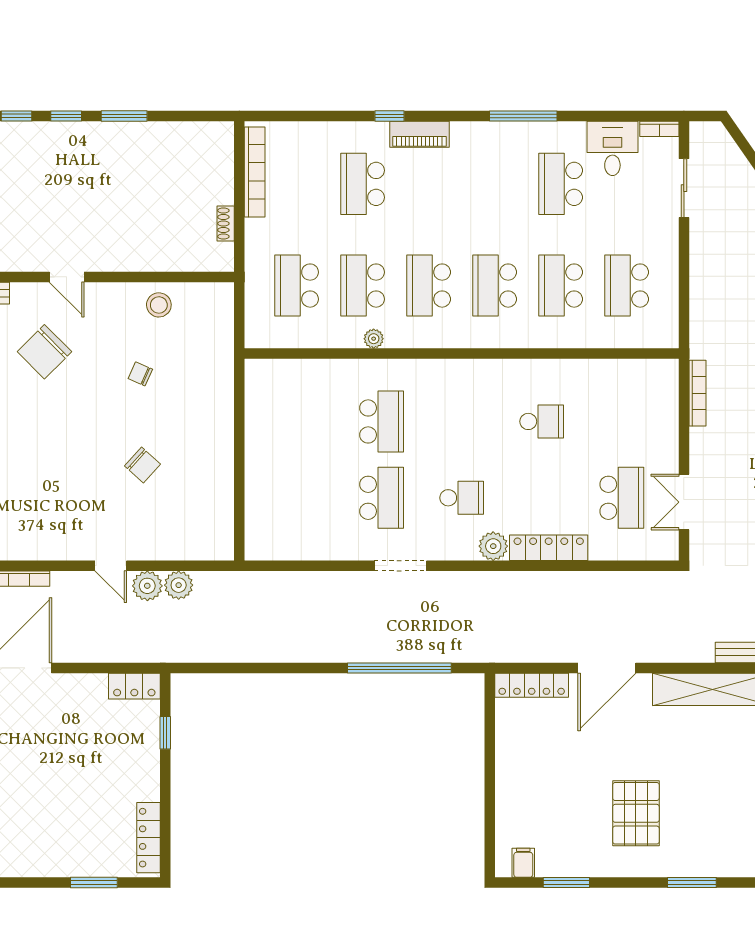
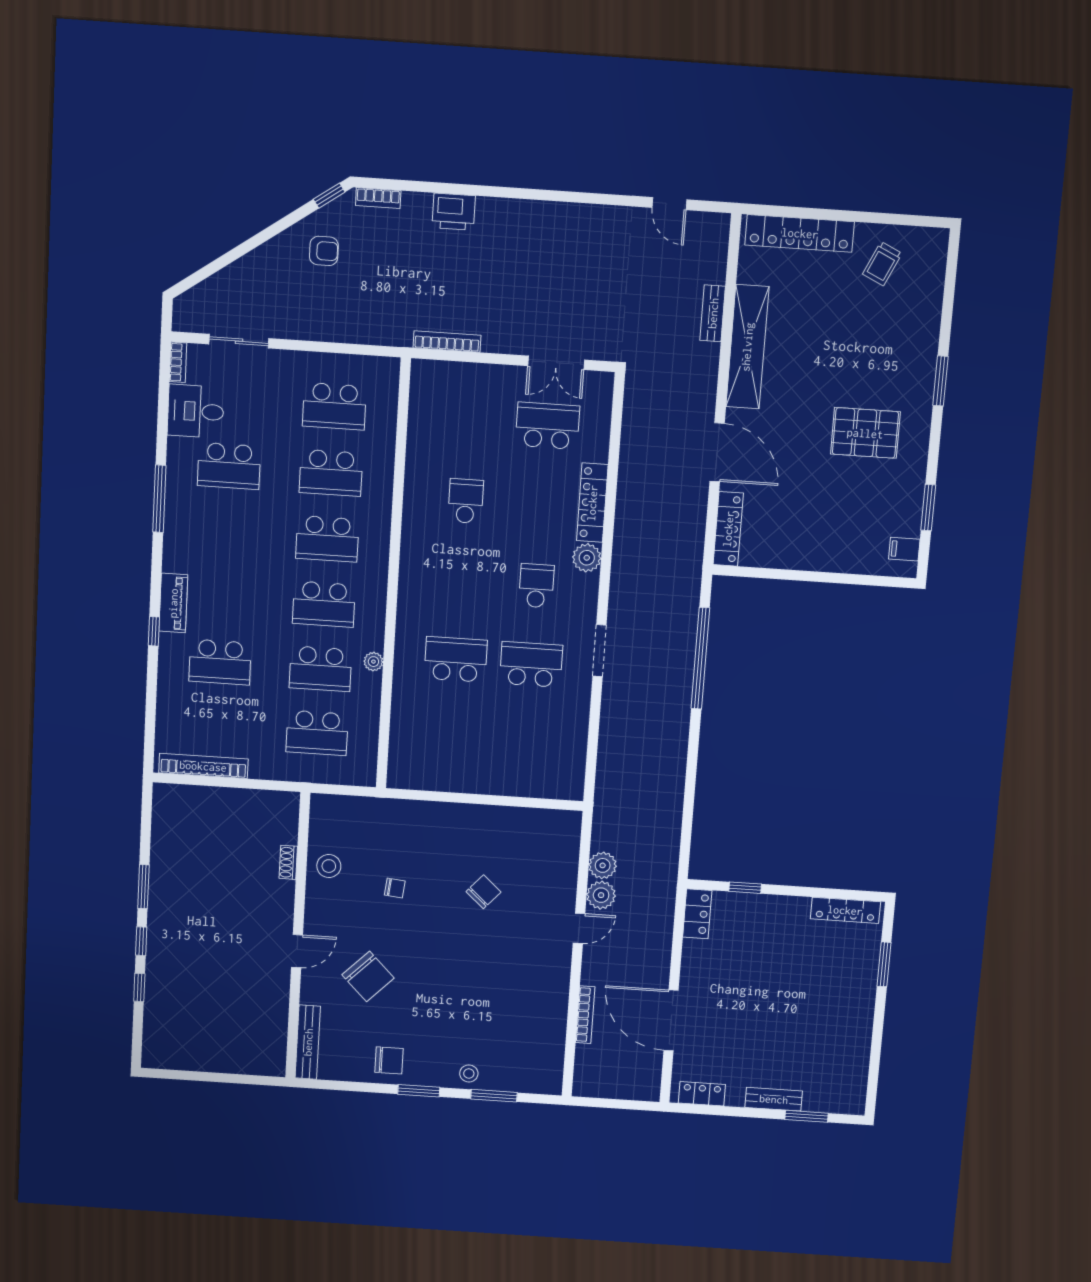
shoe rack: (226, 224) -> (288, 862), moved, turned 90
chair: (140, 374) -> (395, 888), turned -108

